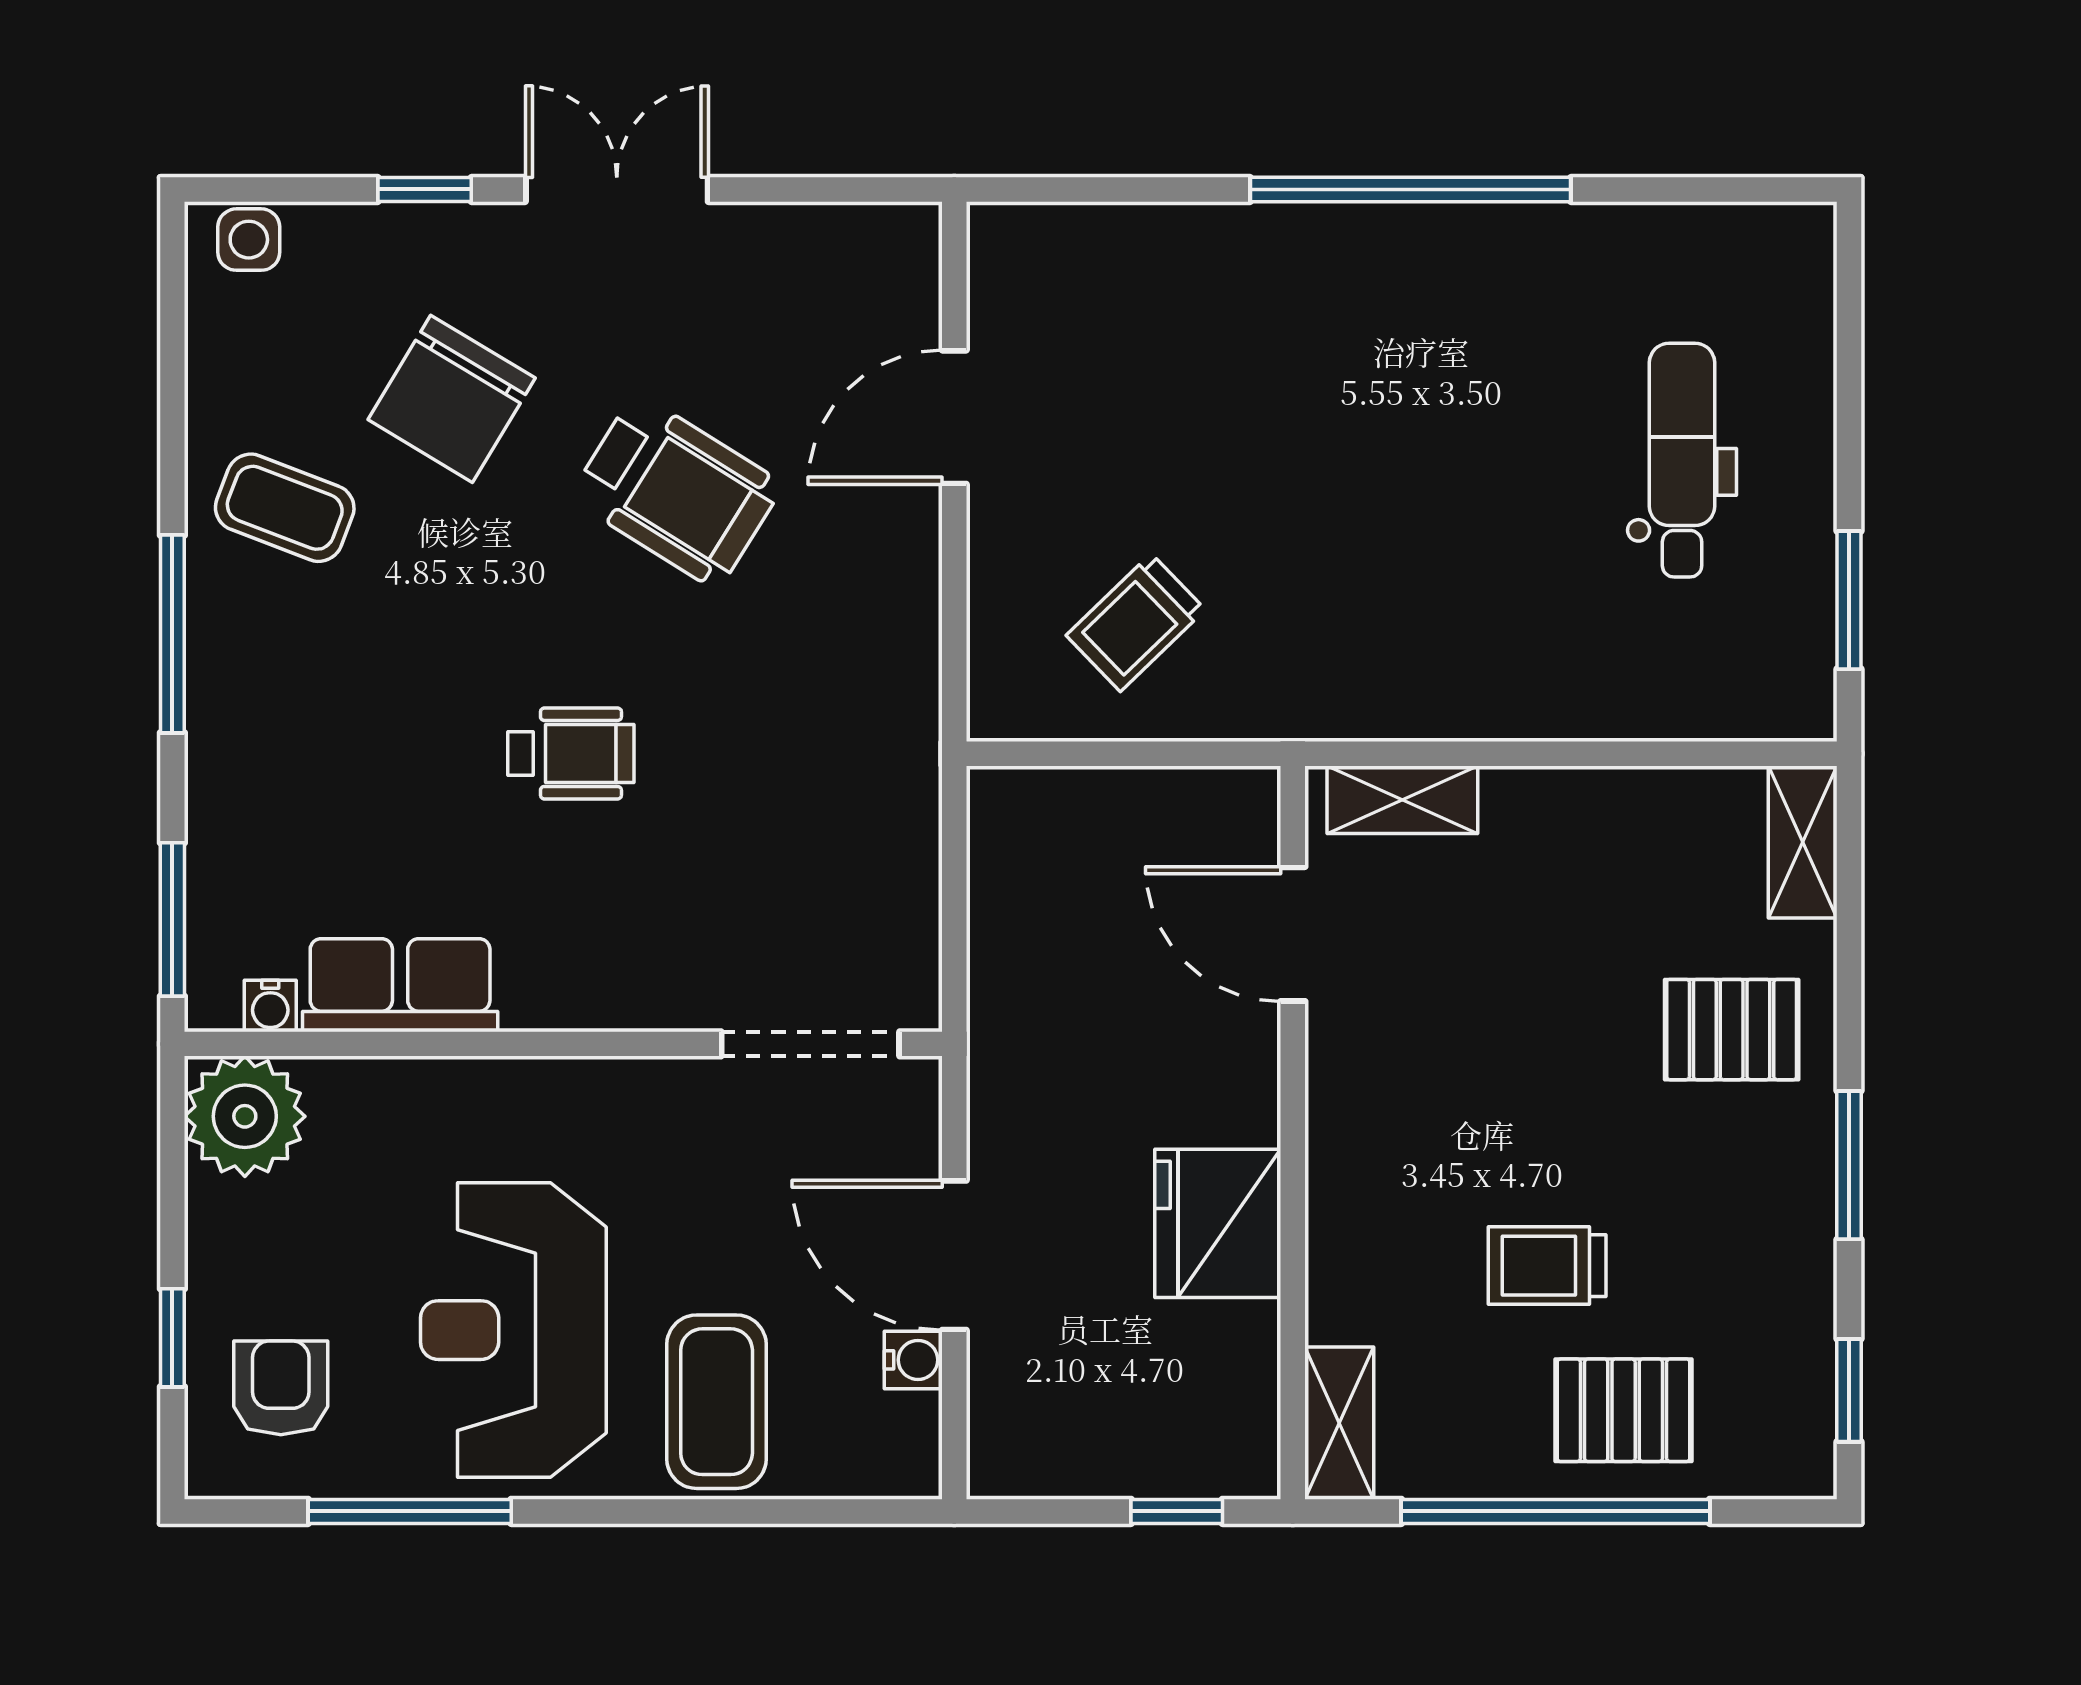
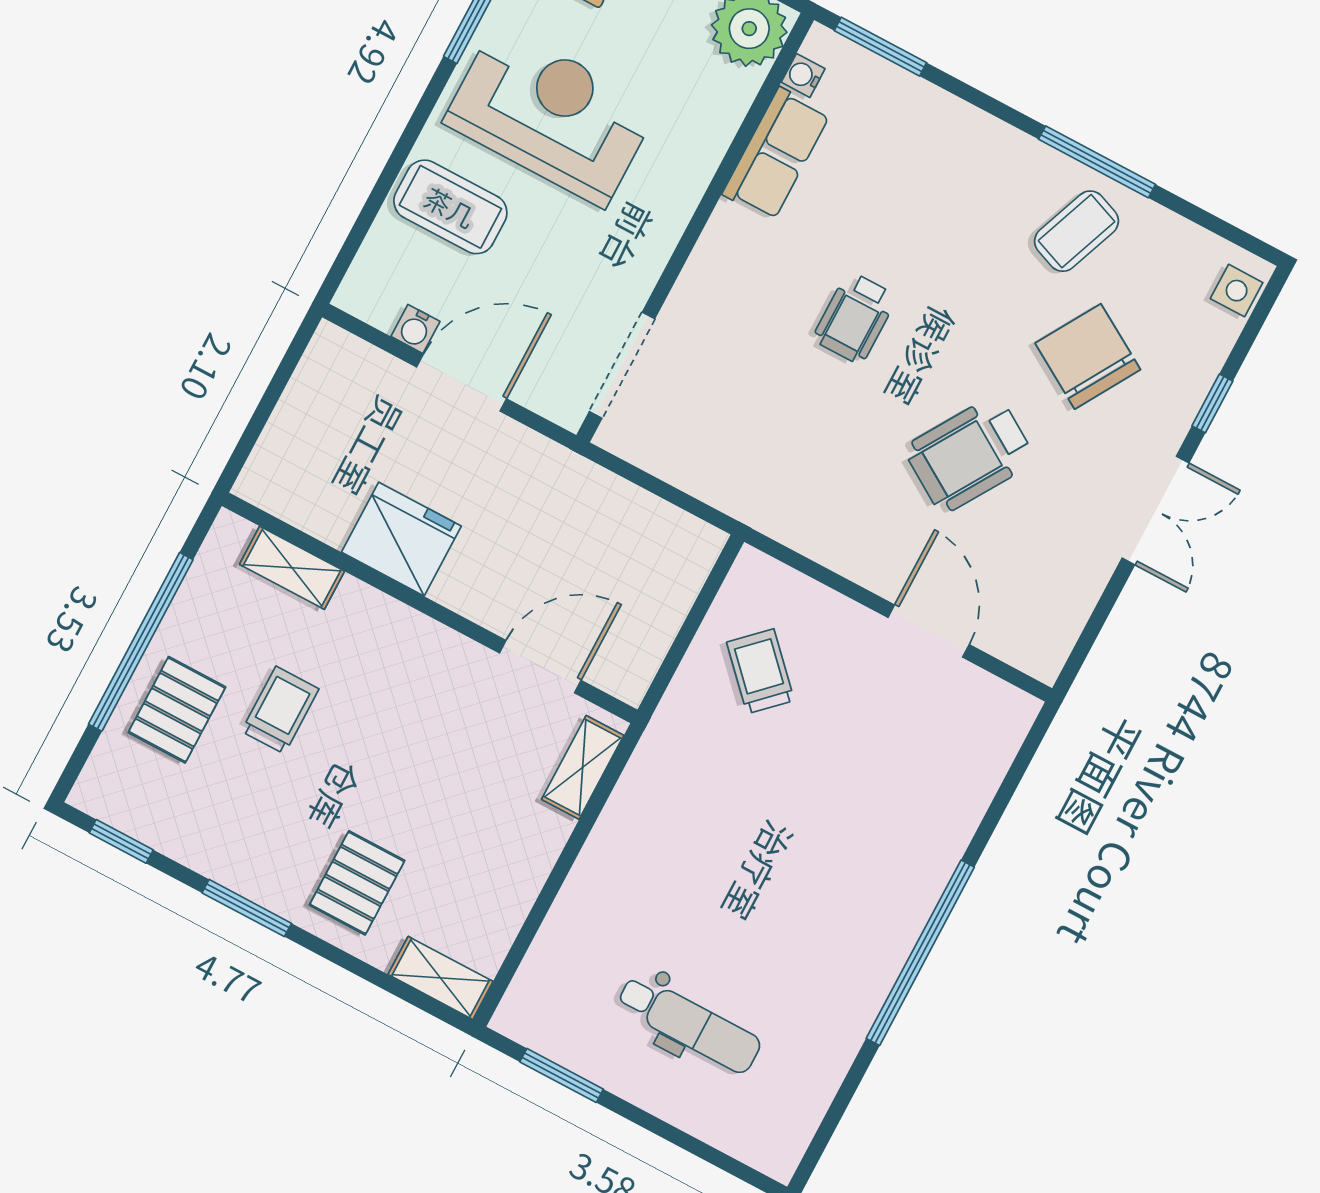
window: (172, 634) -> (1097, 162), moved
shelving: (1339, 1423) -> (292, 568), moved
window: (1177, 1511) -> (253, 431), removed

